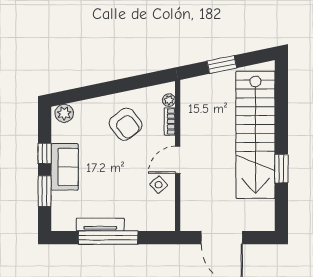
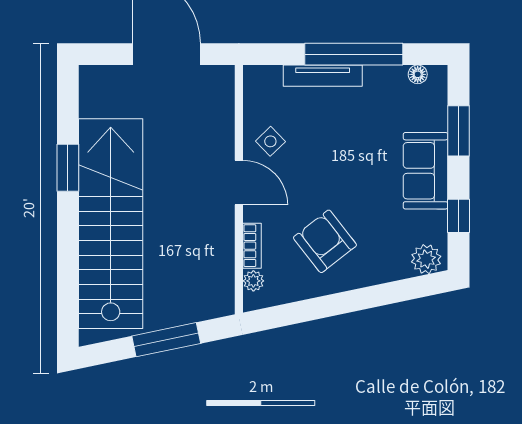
window: (222, 65) -> (166, 340), width x1.44
window: (45, 153) -> (459, 216), moved
door: (178, 160) -> (239, 183), hinge flipped
floor lamp: (69, 225) -> (418, 74), added
tv unit: (100, 225) -> (323, 76), moved

